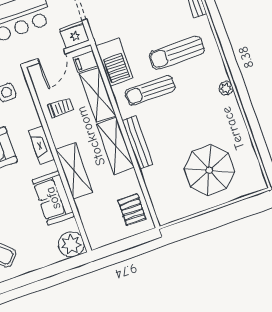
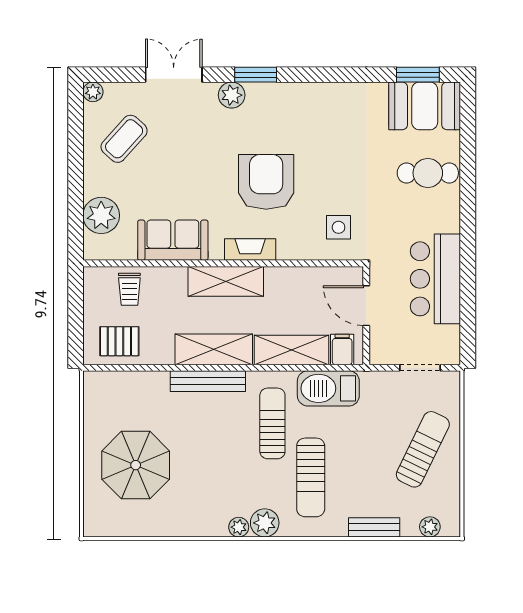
fridge: (74, 35) -> (384, 347), removed
sun lounger: (177, 53) -> (311, 477), turned 180
plant: (217, 72) -> (265, 523), added
trolley: (61, 108) -> (129, 289), moved
shelving: (74, 171) -> (226, 281), moved
plant: (71, 244) -> (101, 215), moved

